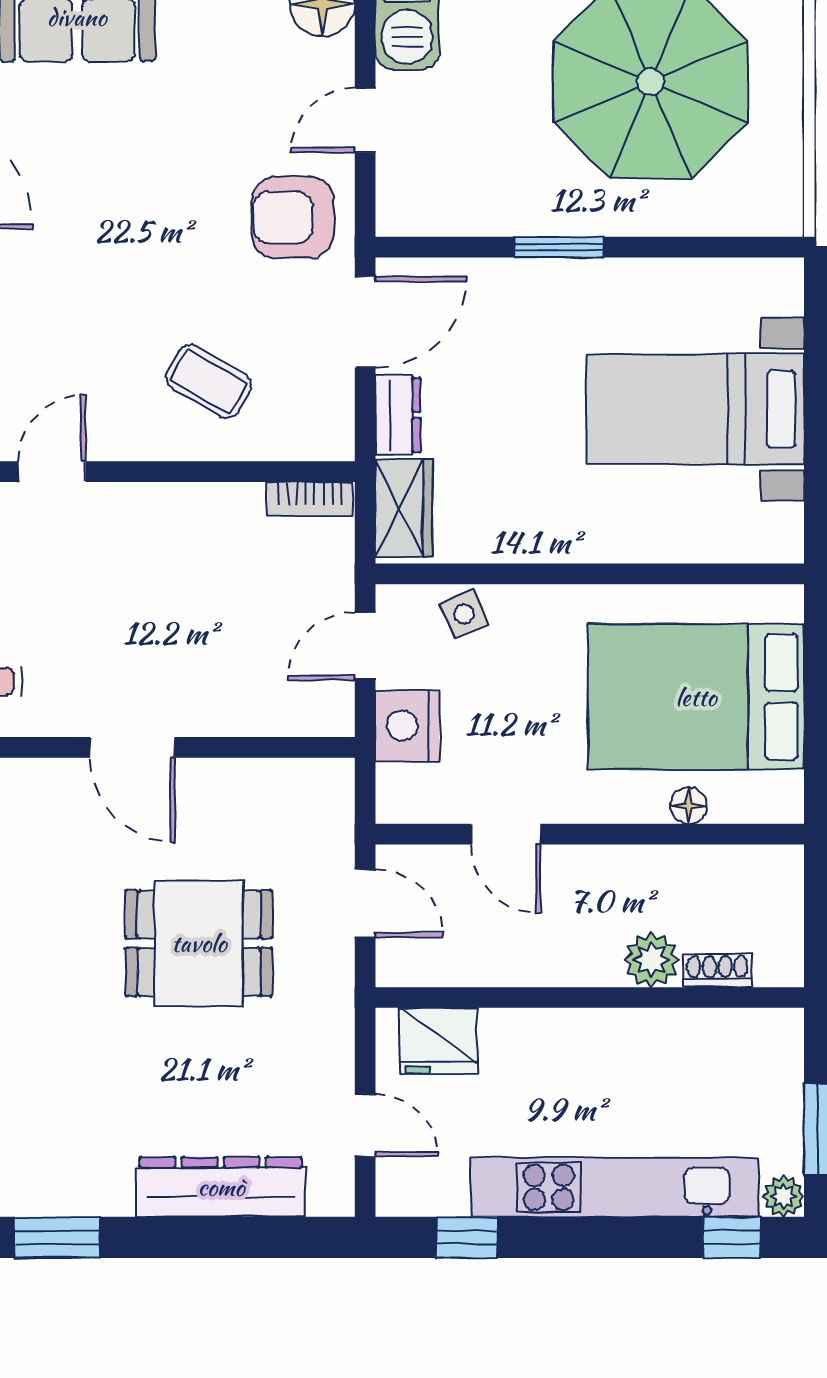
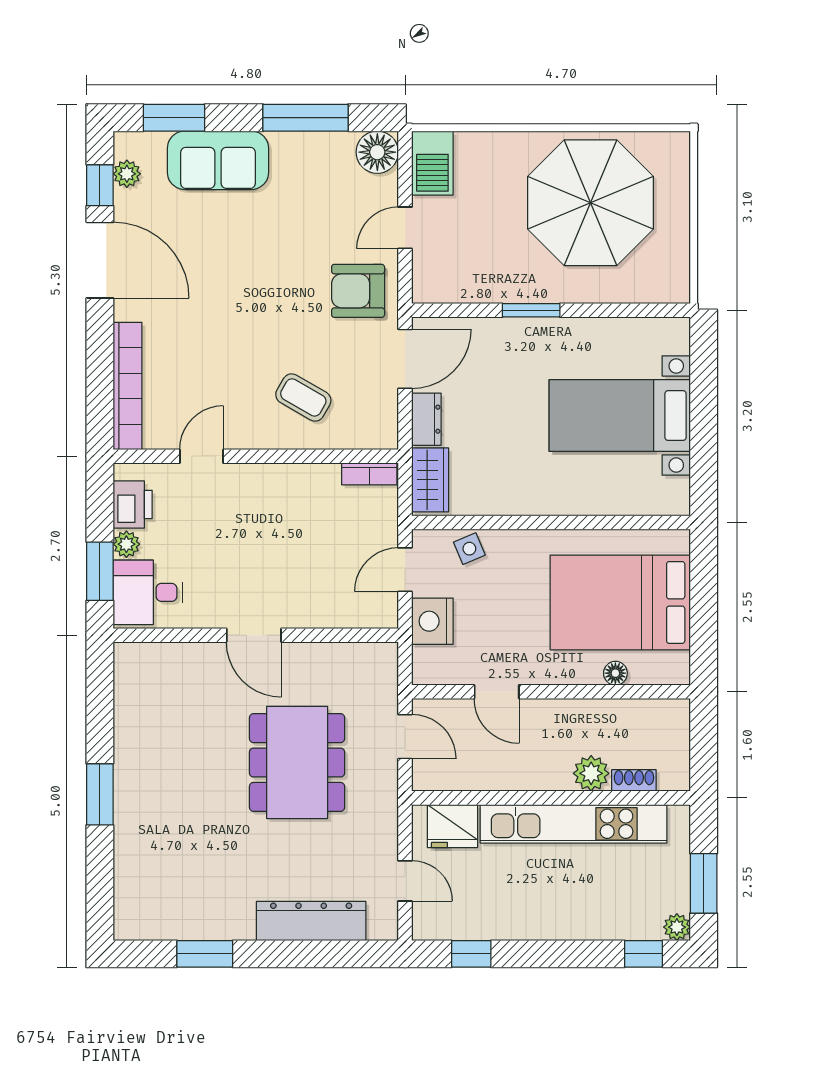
dining table: (199, 943) -> (297, 763), width x1.37
kitchen unit: (615, 1187) -> (574, 824), moved, turned 180

